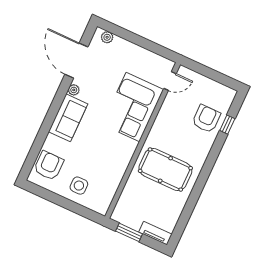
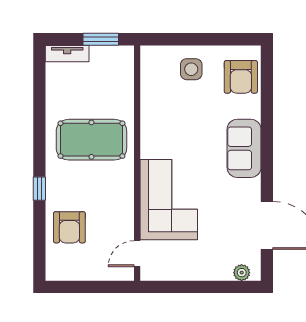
plant: (74, 90) -> (253, 187), removed
window: (227, 125) -> (39, 189), moved

